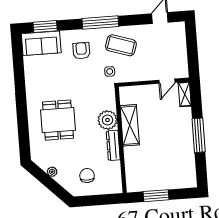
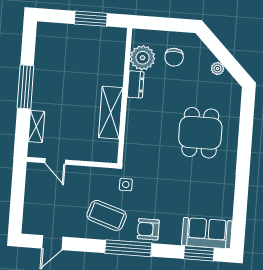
armchair: (81, 51) -> (148, 229), moved, turned 90
door: (167, 81) -> (55, 161), swing flipped
shelving: (185, 94) -> (36, 126), moved
plant: (107, 120) -> (143, 58), moved
dresser: (113, 145) -> (136, 84), width x0.70

